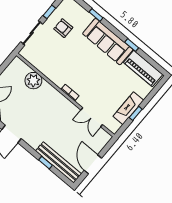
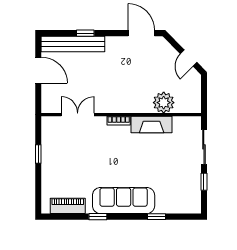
armchair: (63, 28) -> (177, 177), removed
piano: (143, 68) -> (68, 206), width x0.73, depth x0.75
fireplace: (128, 108) -> (152, 124), moved, turned 90

